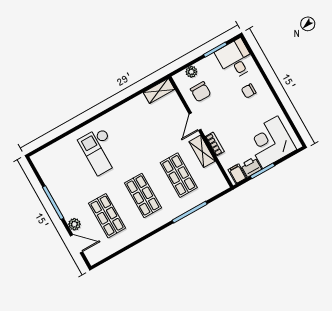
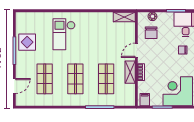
printer: (251, 167) -> (156, 100), removed
display table: (62, 184) -> (27, 42), added
plant: (74, 224) -> (20, 72), removed
door: (76, 244) -> (14, 86), hinge flipped

